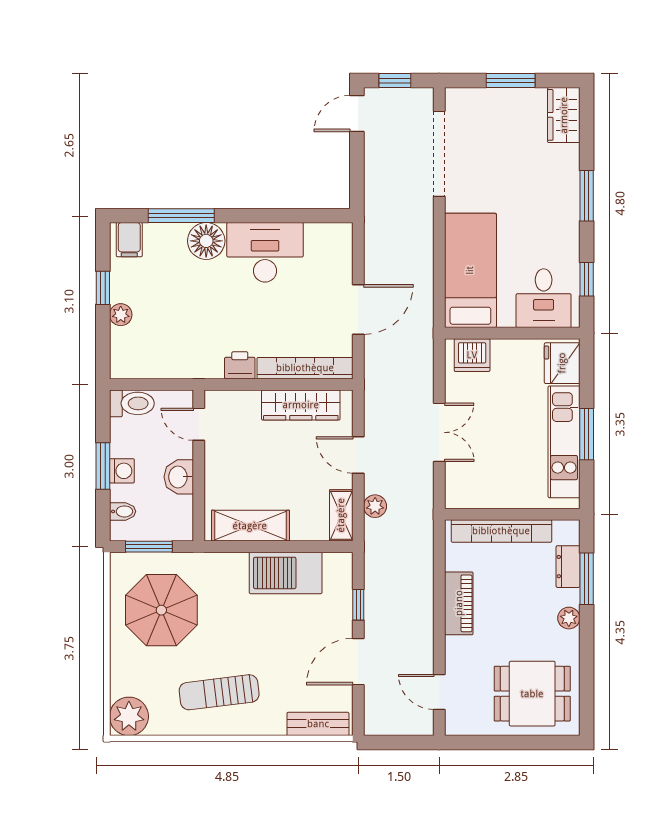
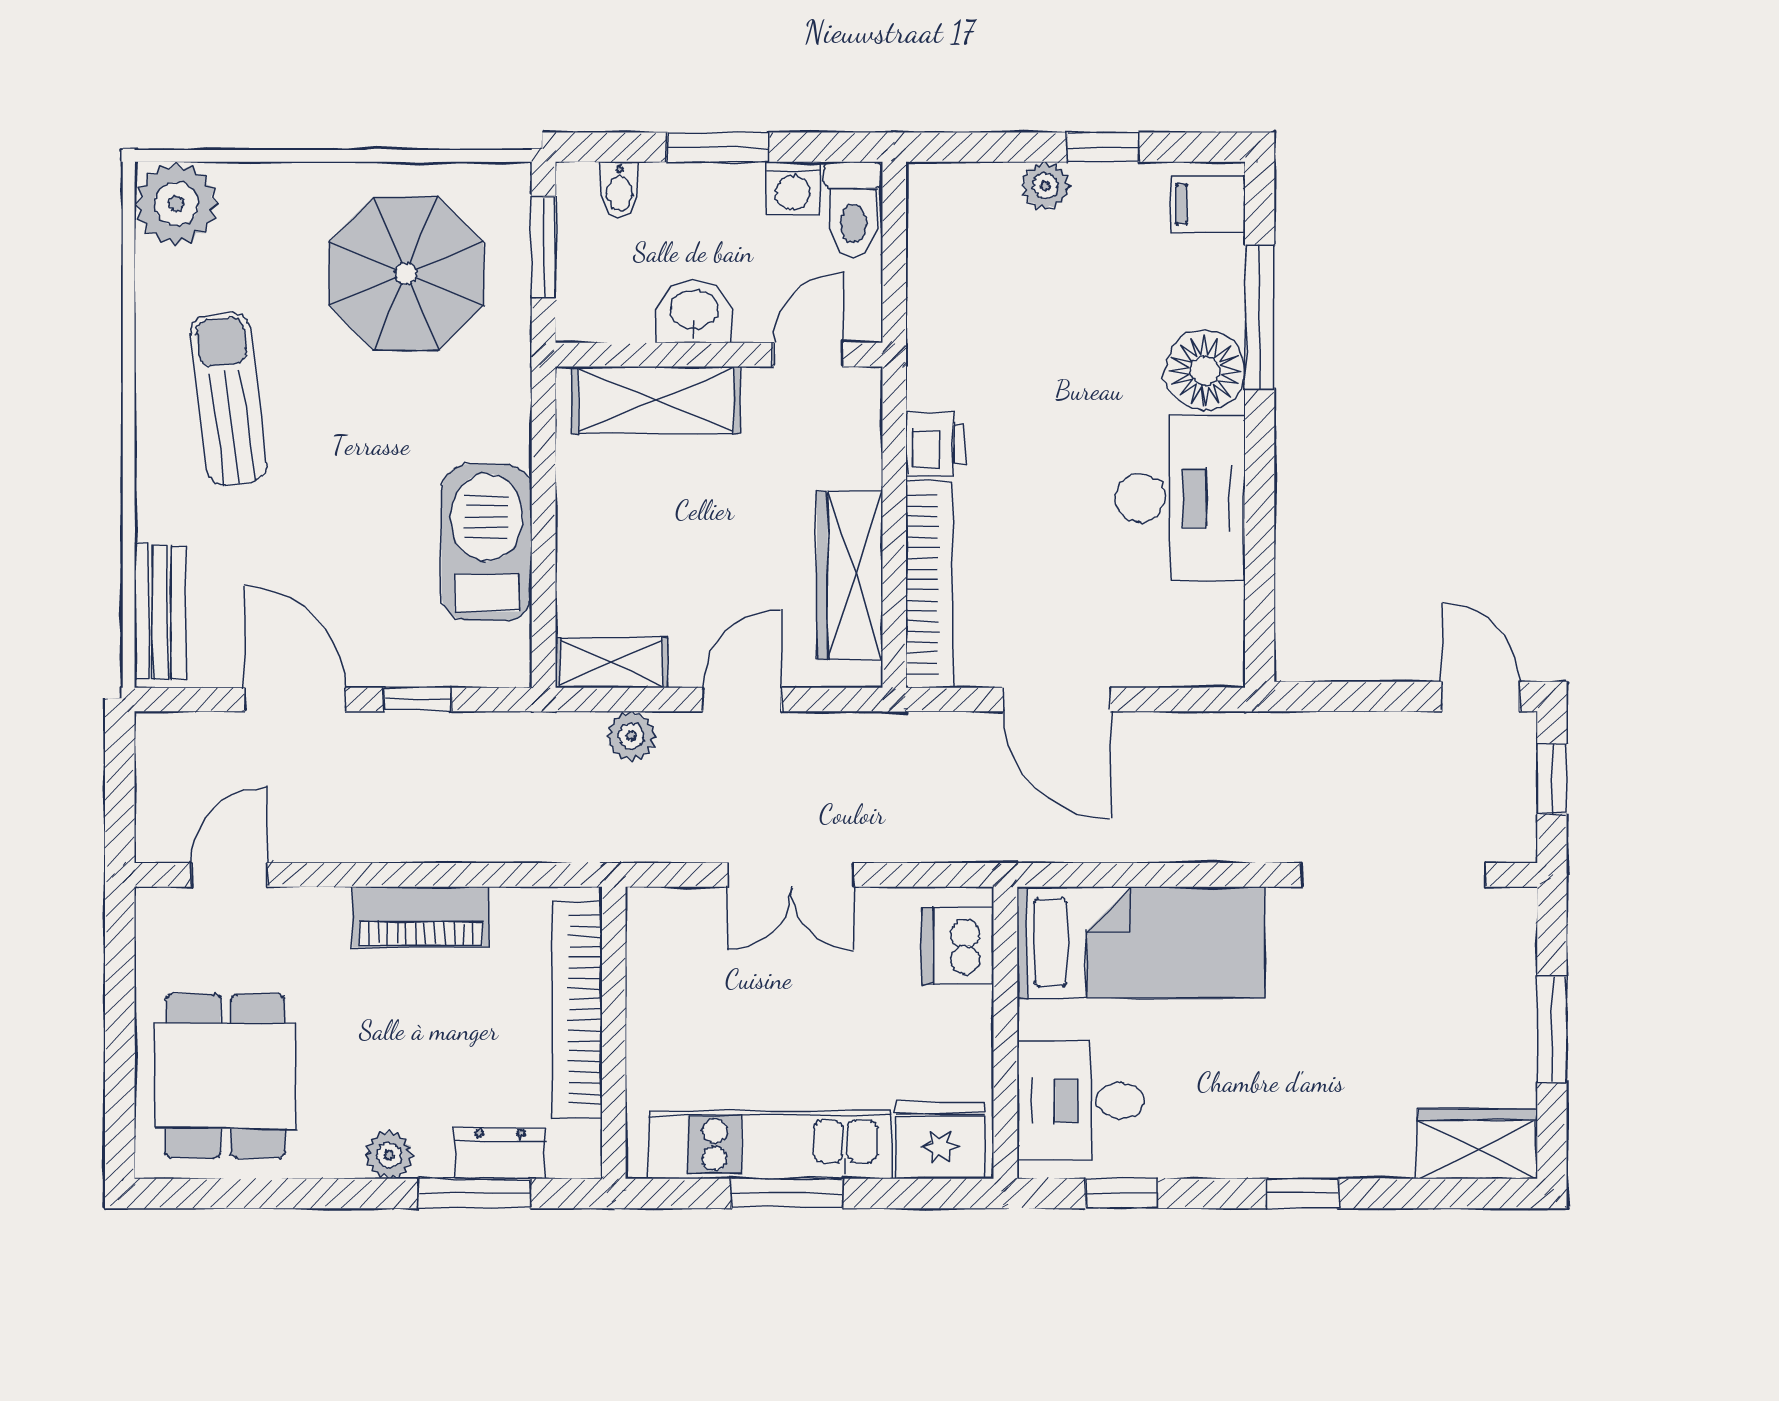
window: (587, 196) -> (1303, 1193), width x0.67
washing machine: (122, 471) -> (793, 188), moved
shelving: (250, 526) -> (656, 400), moved, turned 90

